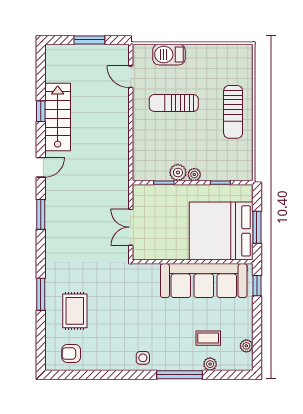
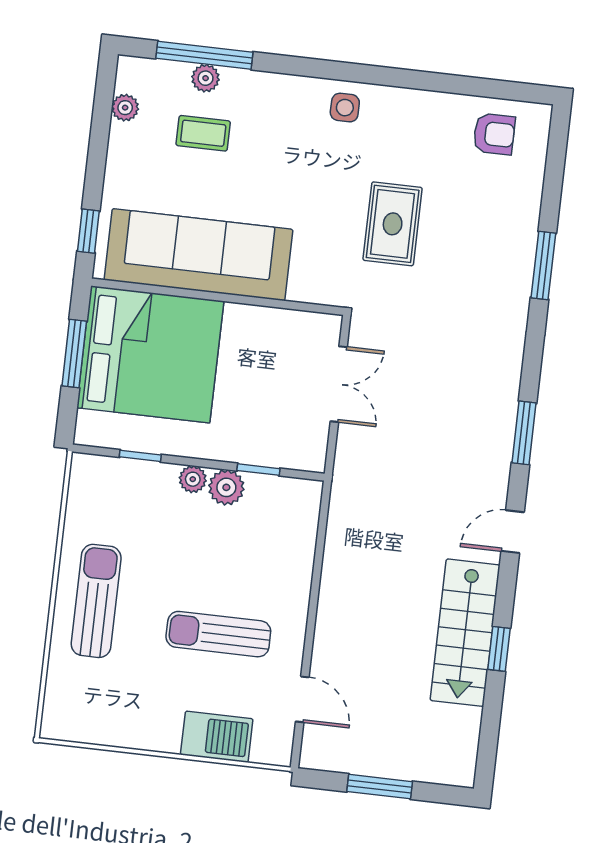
sun lounger: (174, 103) -> (218, 634), turned 180
rug: (75, 311) -> (393, 224), moved
window: (179, 375) -> (204, 55), moved

